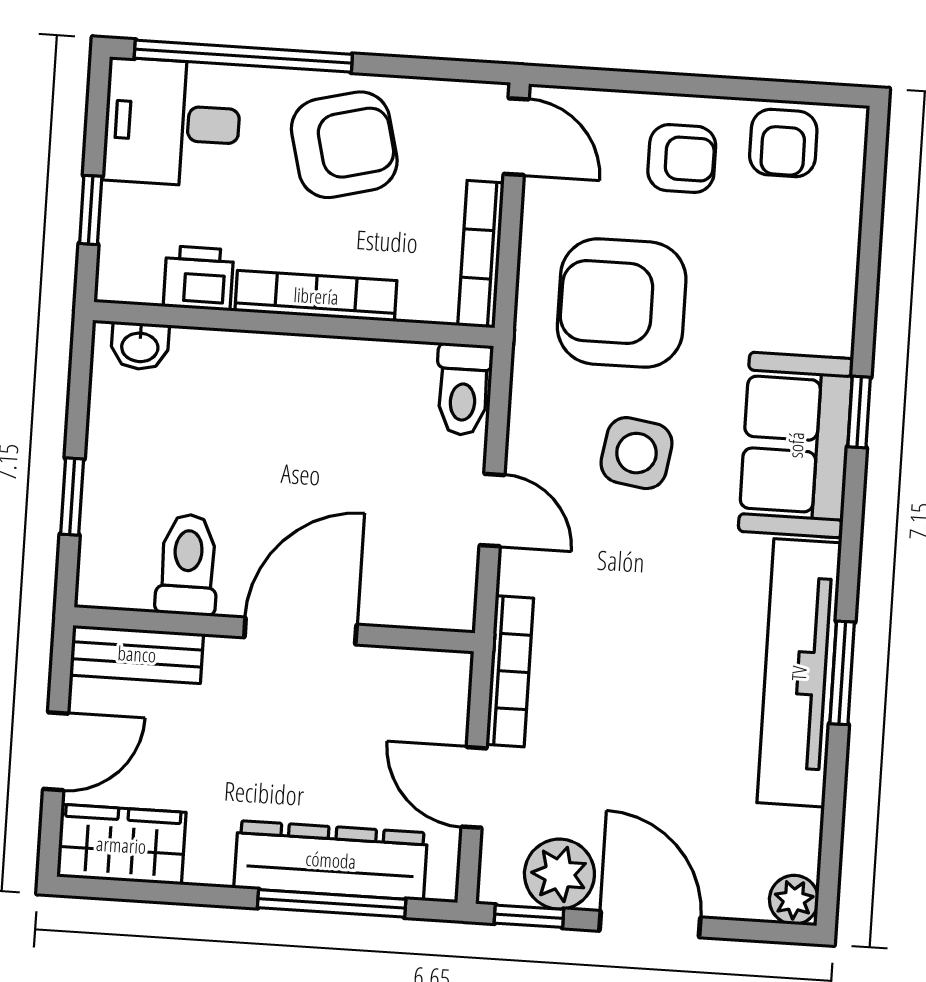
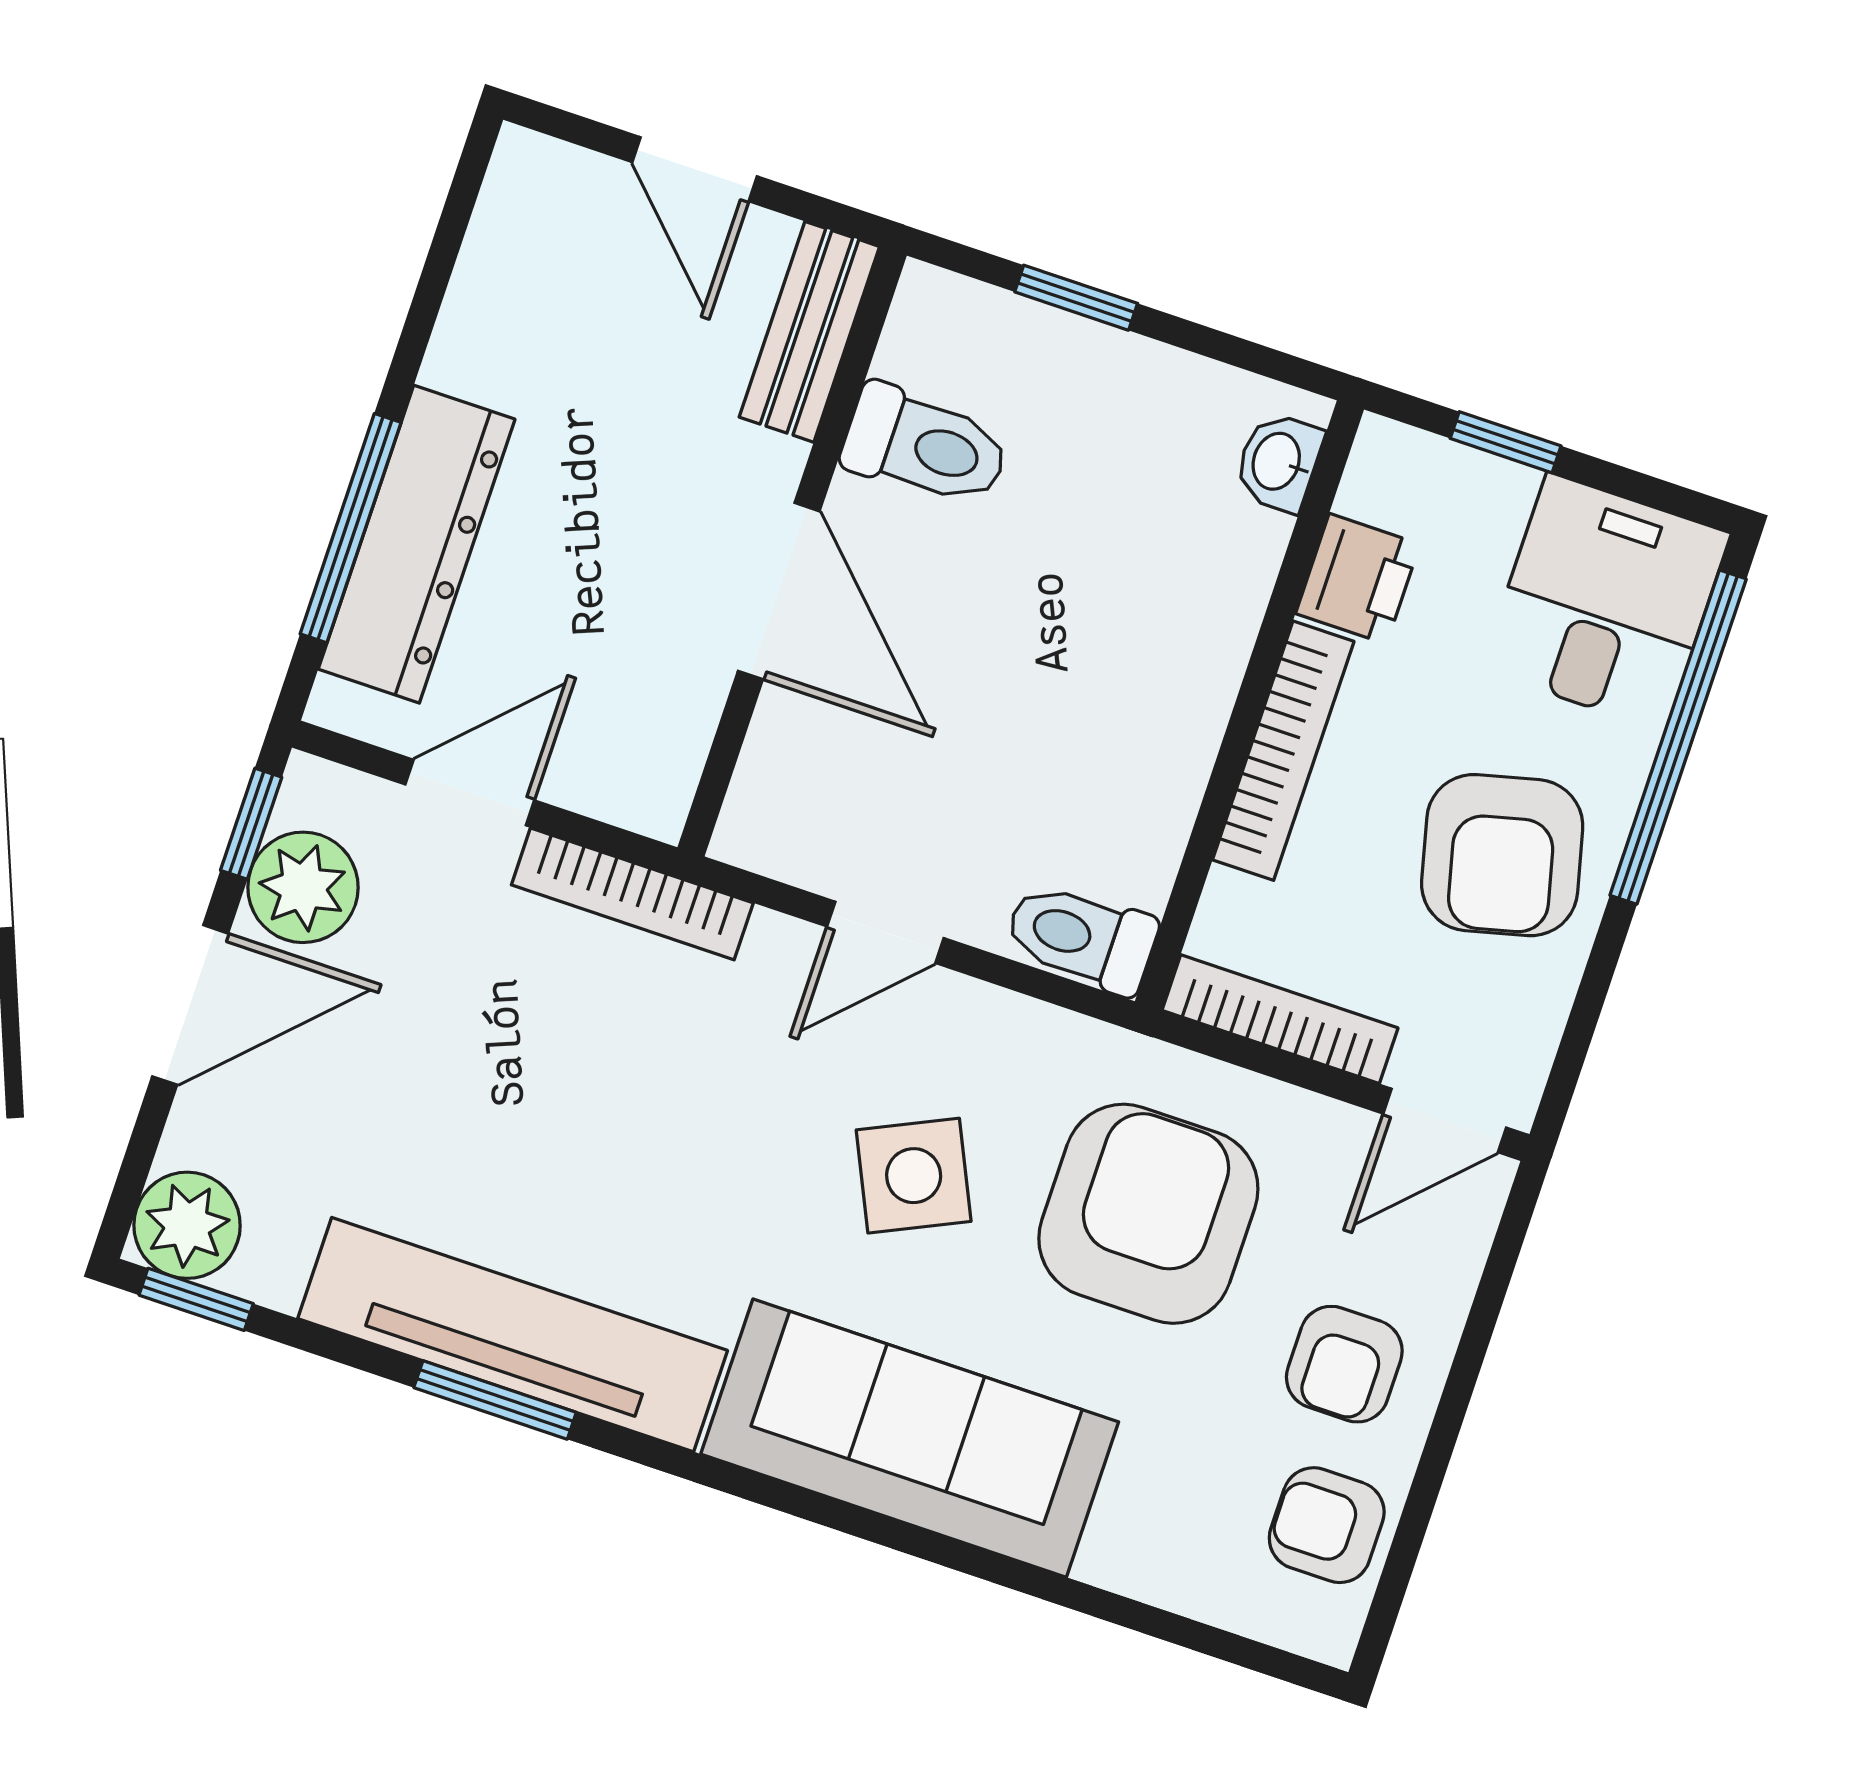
window: (859, 412) -> (196, 1299), moved
sofa: (796, 445) -> (910, 1438), width x1.36
side table: (637, 453) -> (914, 1176), turned -34
wardrobe: (121, 845) -> (526, 231), removed
plant: (794, 900) -> (187, 1225), width x1.38, depth x1.38

